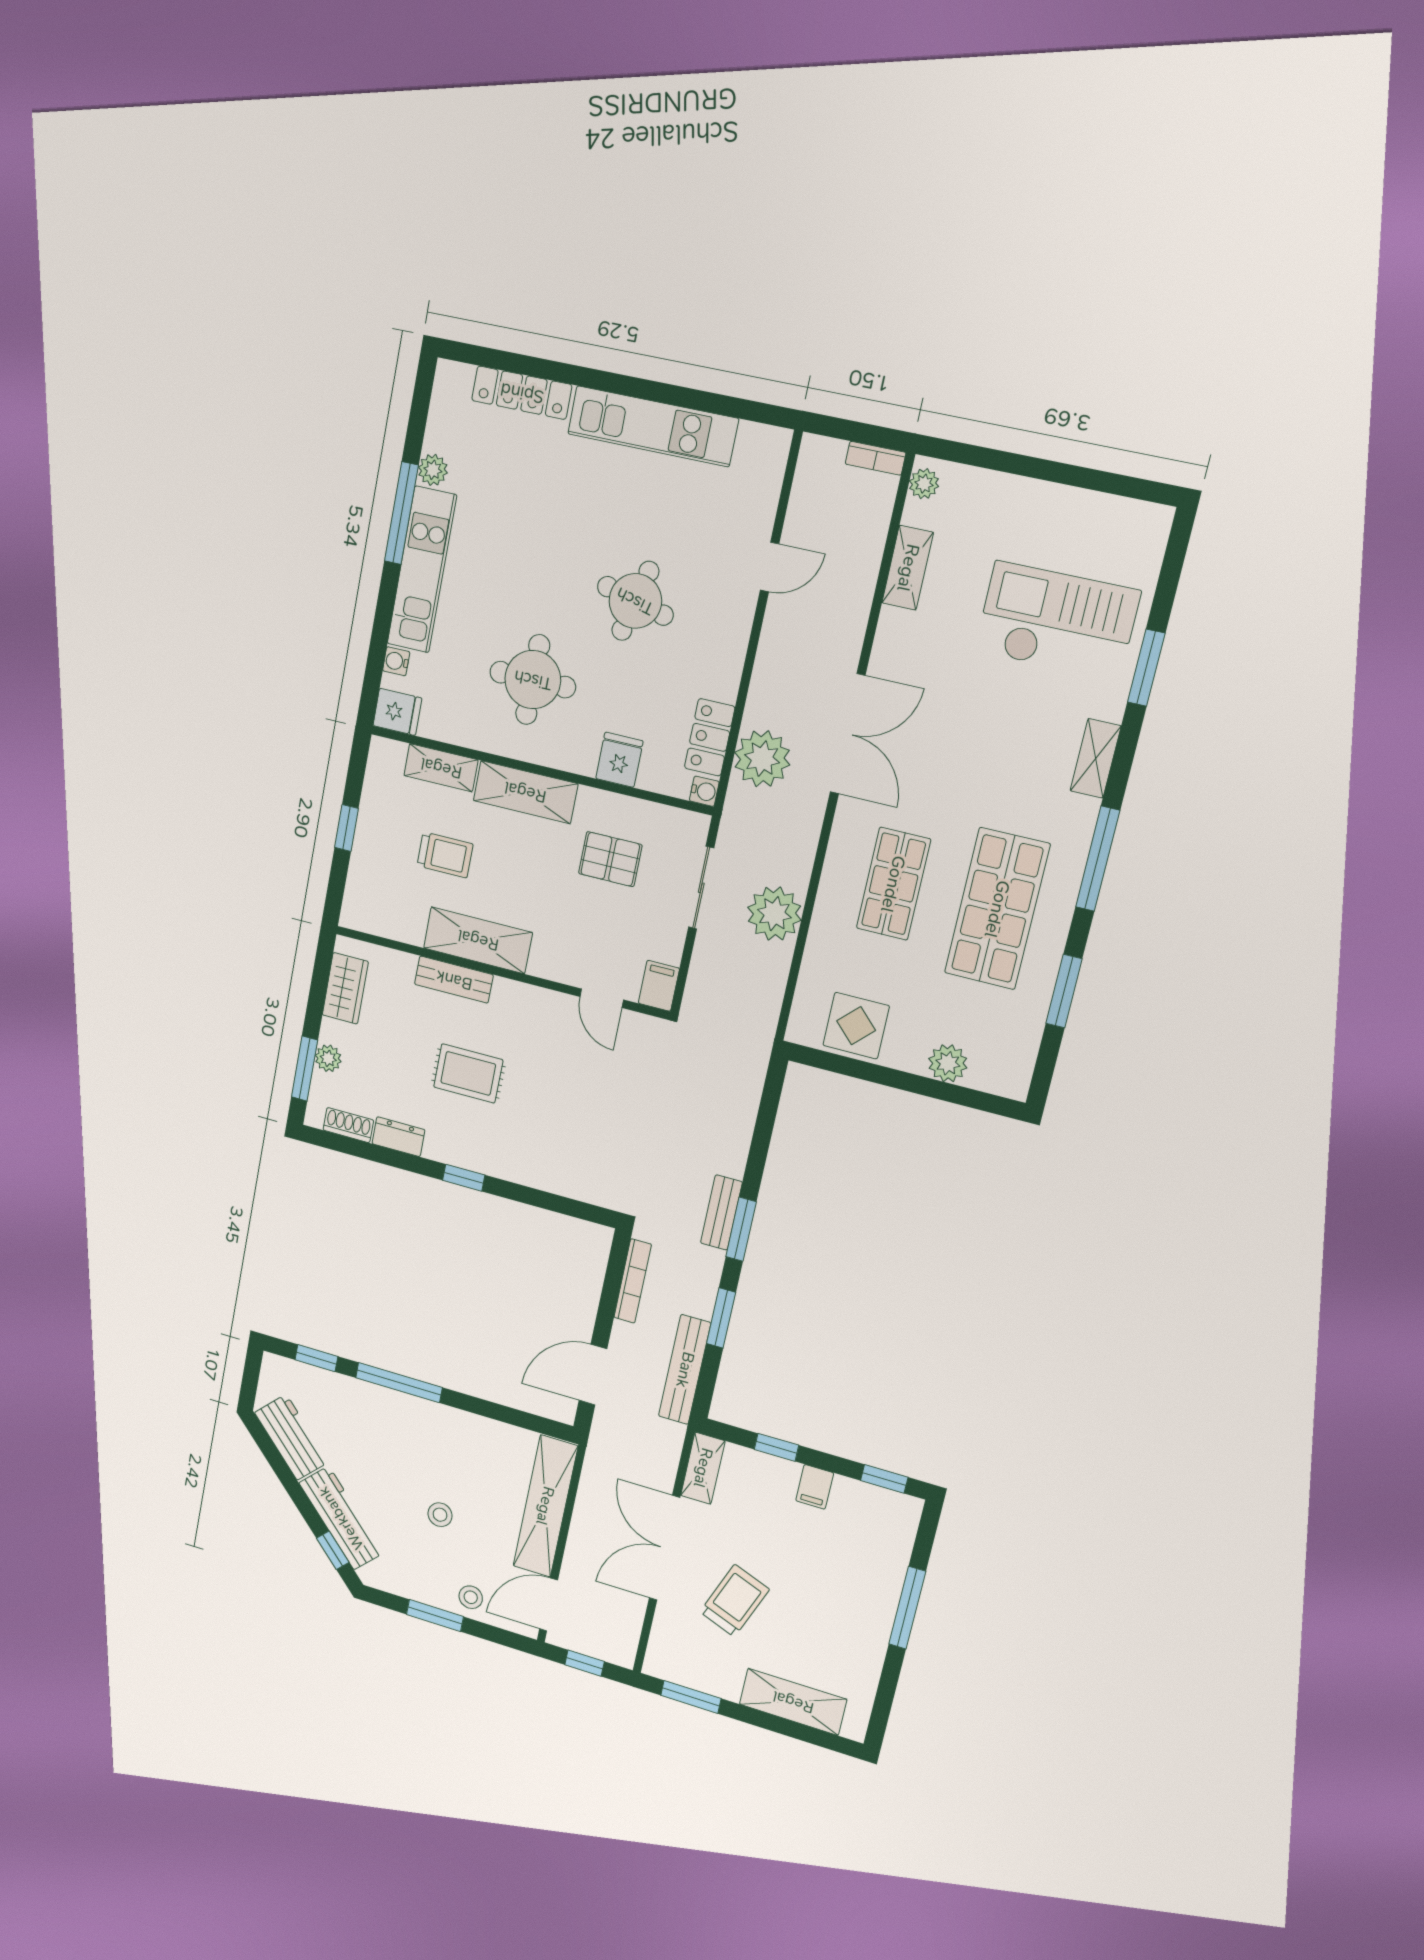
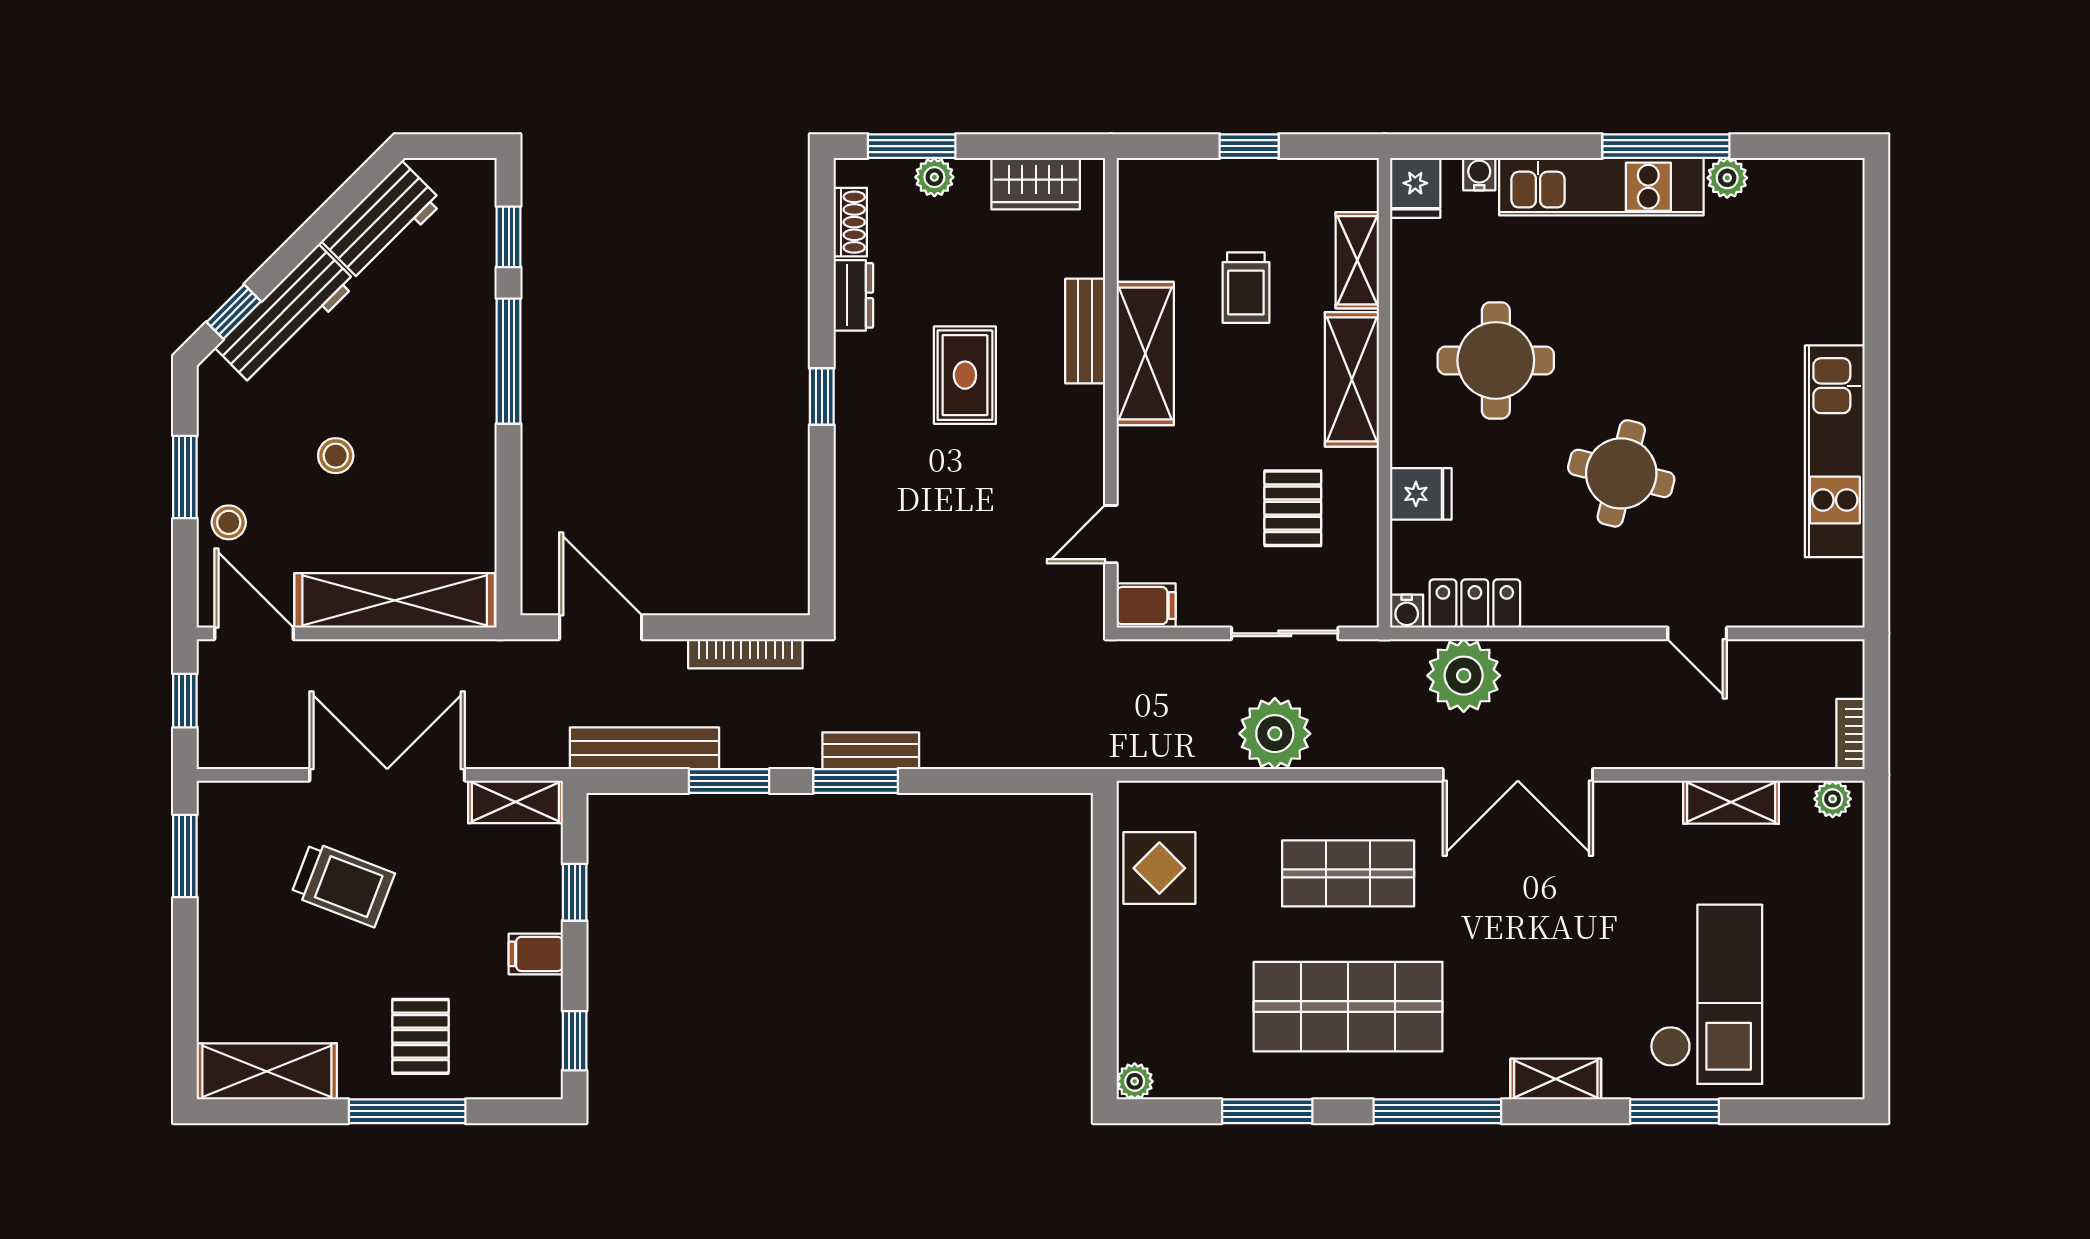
locker: (522, 393) -> (1843, 276), removed
plant: (948, 1063) -> (1135, 1081), moved, width x0.73, depth x0.73
pallet: (855, 1582) -> (420, 1036), added
shelving: (793, 1702) -> (267, 1071), moved, turned 90

